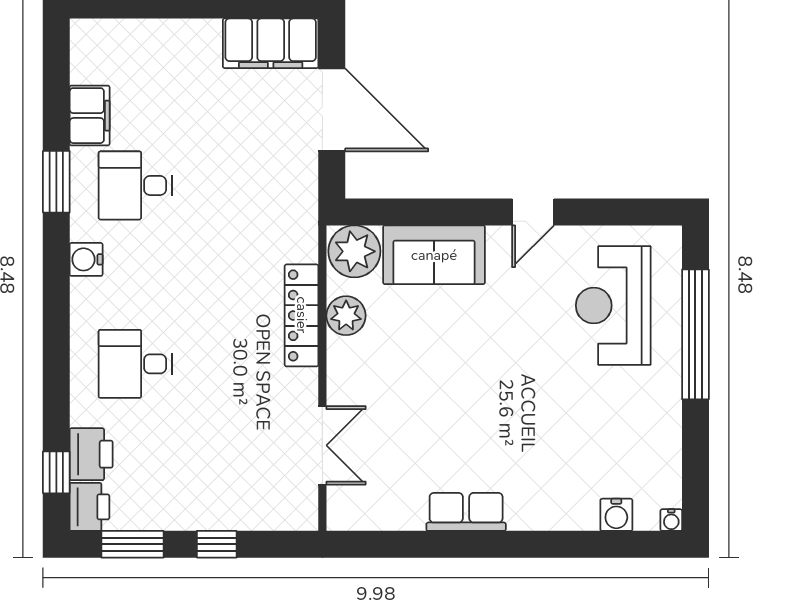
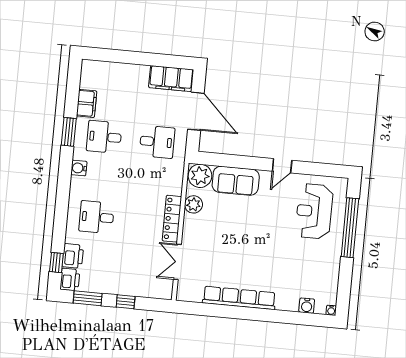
desk: (253, 185) -> (157, 142), added
locker: (302, 315) -> (172, 219), moved
double door: (322, 445) -> (177, 262), swing flipped
row of seats: (466, 512) -> (239, 298), width x2.02

